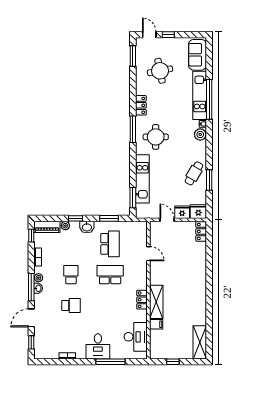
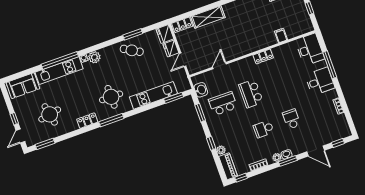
washbasin: (87, 227) -> (201, 90), moved
window: (31, 287) -> (288, 161), width x0.69
shelving: (156, 302) -> (208, 17), moved
desk: (136, 337) -> (310, 49), moved, turned 90

